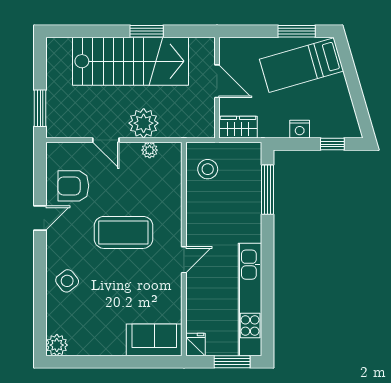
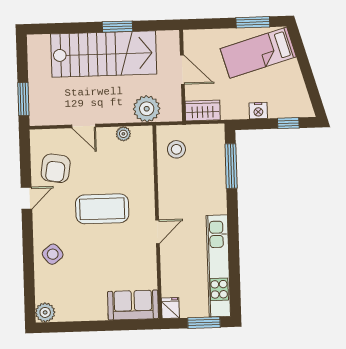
plant: (144, 123) -> (147, 109), moved
armchair: (73, 186) -> (56, 168), turned -81

